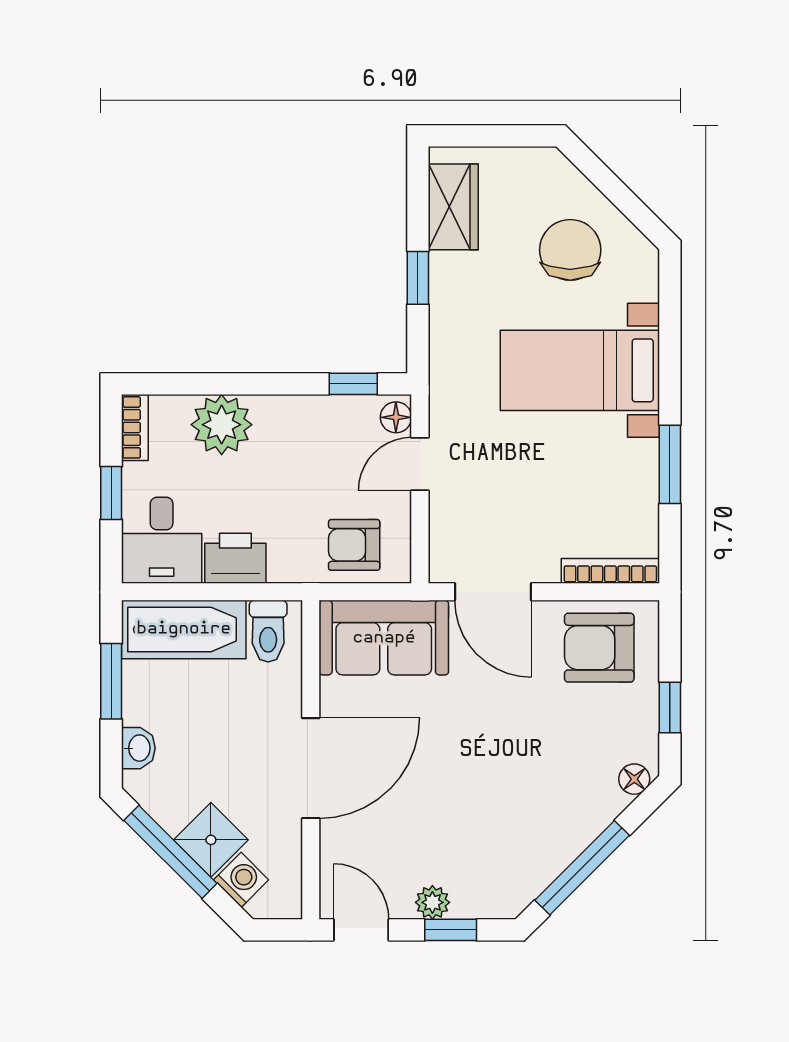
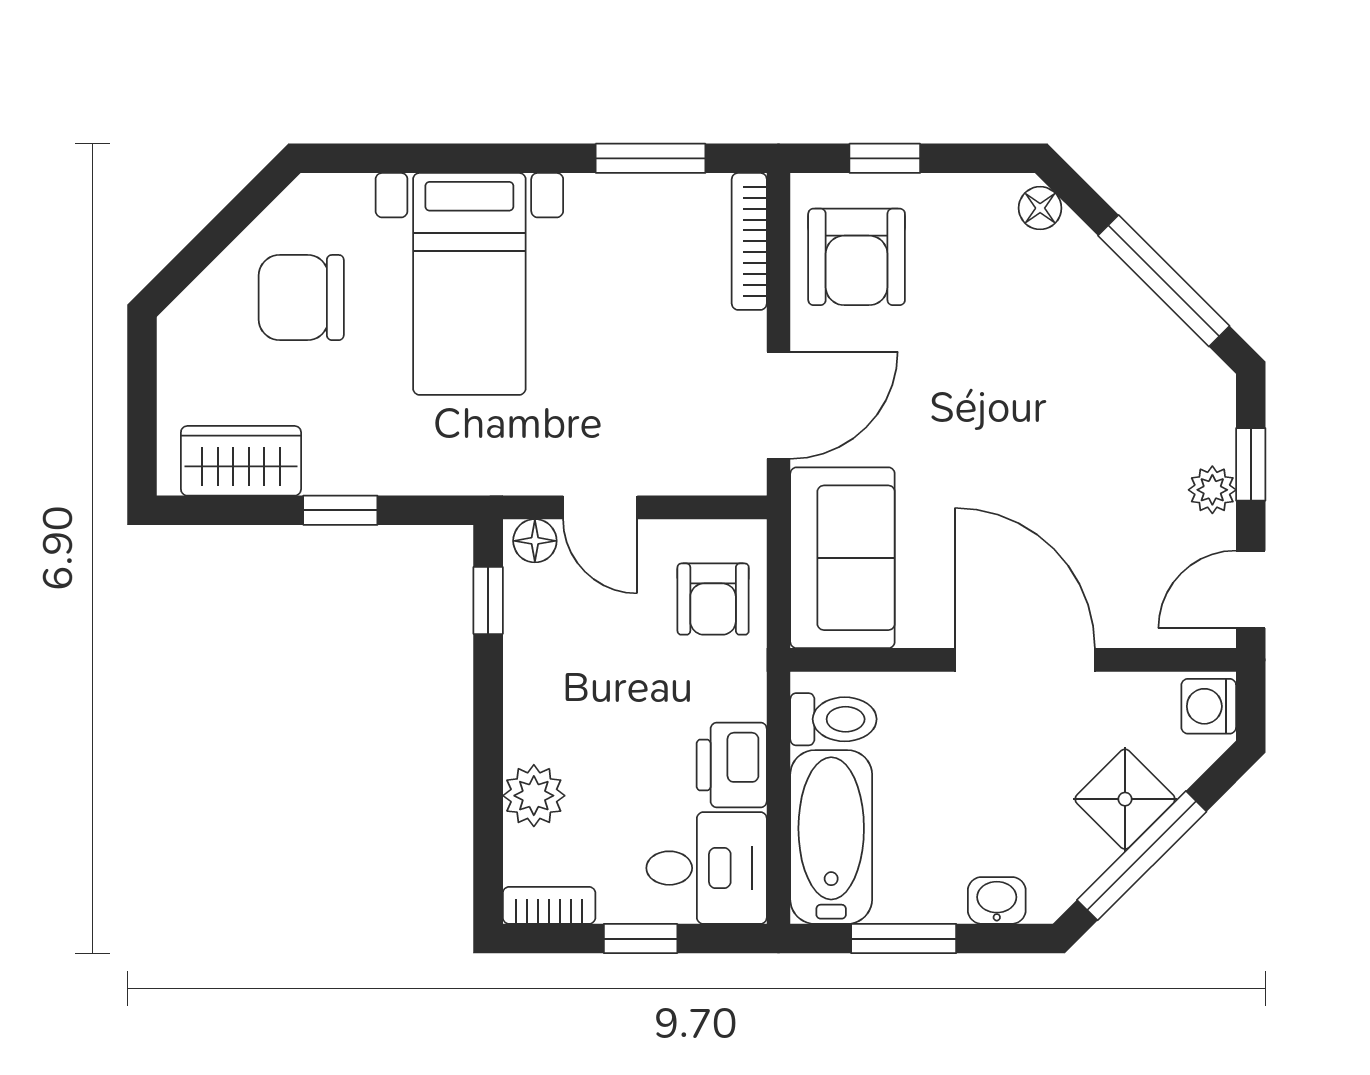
plant: (222, 425) -> (534, 796), width x0.73, depth x0.73
window: (670, 464) -> (651, 158), moved
window: (670, 708) -> (885, 158), moved
washing machine: (241, 880) -> (1209, 706), moved, turned -45

